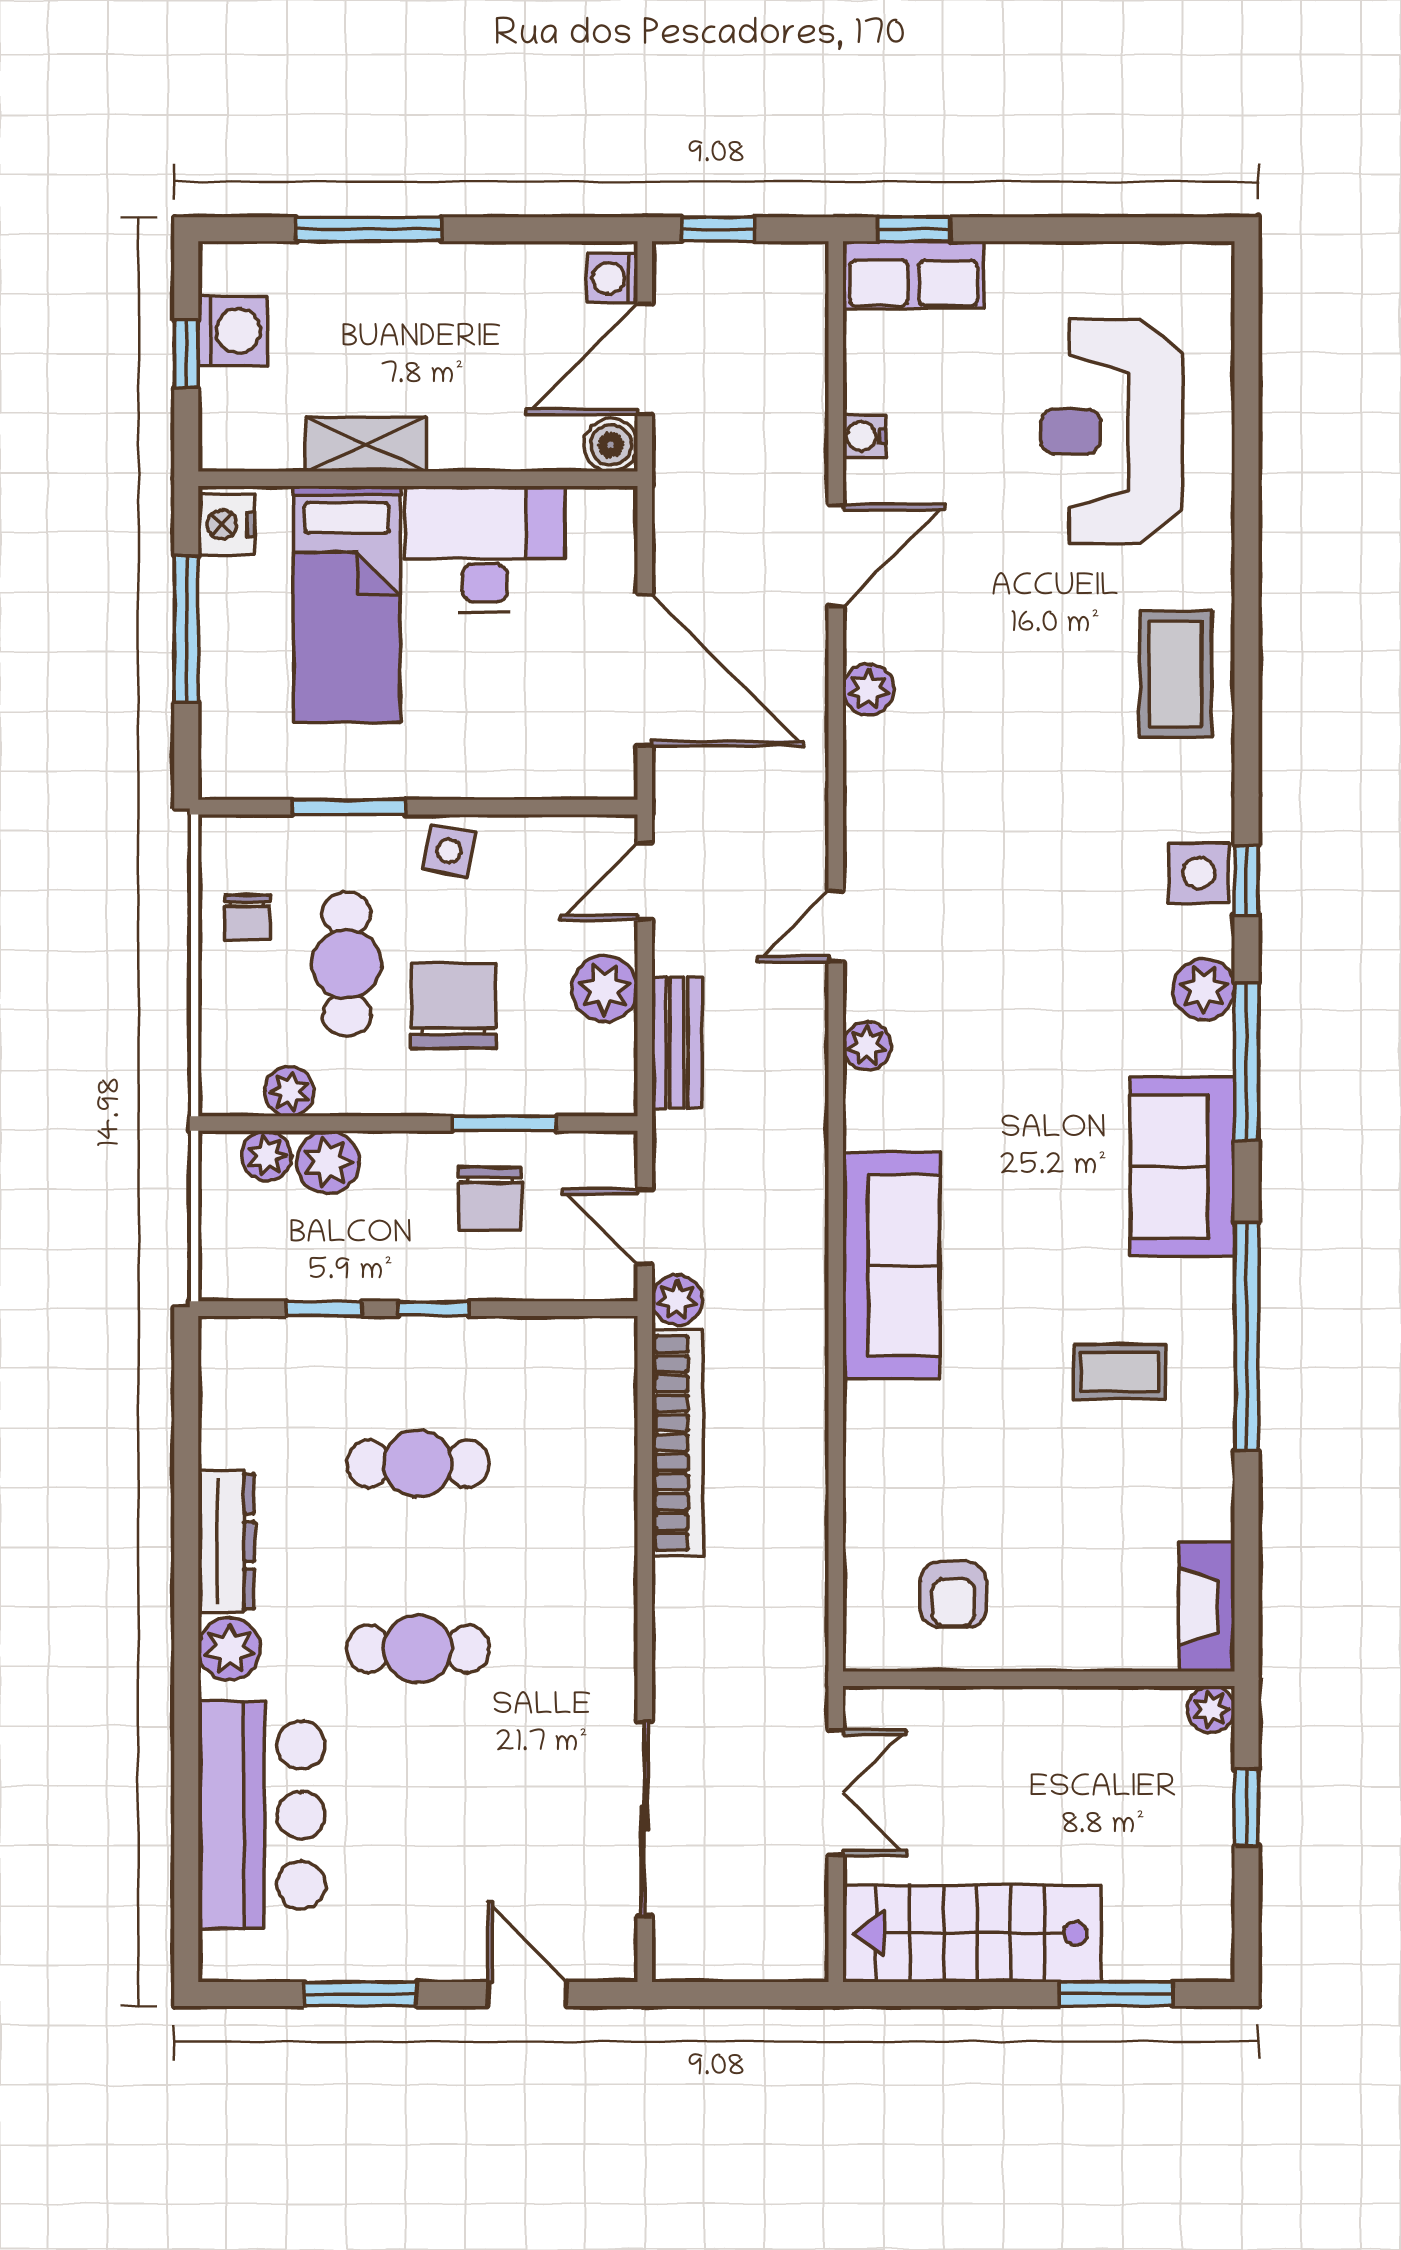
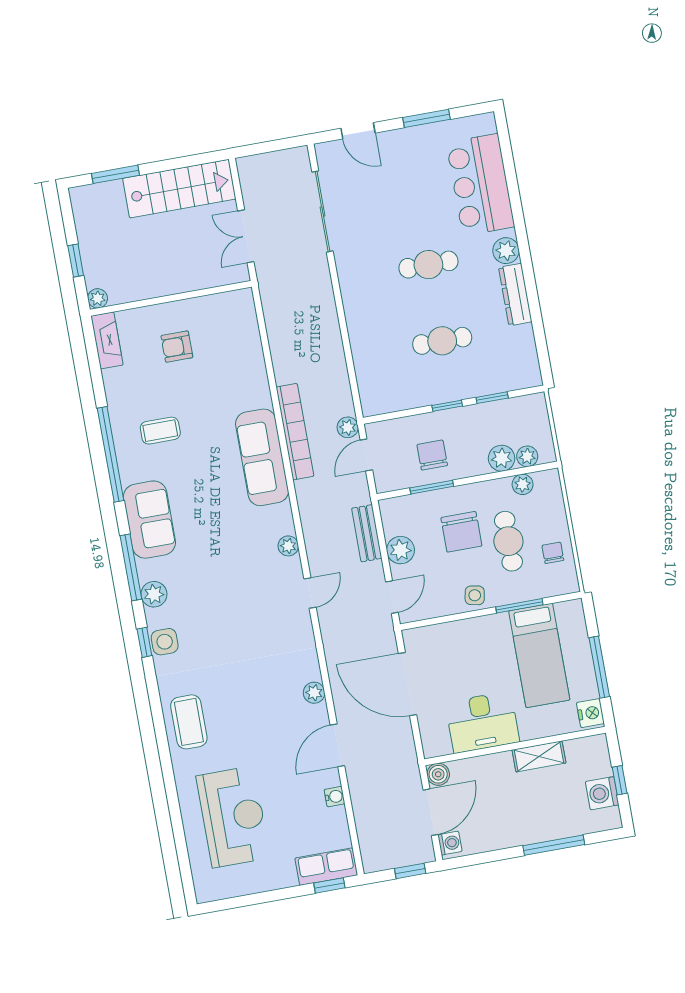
bed: (347, 604) -> (539, 655), moved, turned 180
door: (645, 1227) -> (366, 455), swing flipped
bookcase: (678, 1443) -> (295, 432), moved, turned 180
armchair: (953, 1595) -> (177, 347), moved, turned -90

